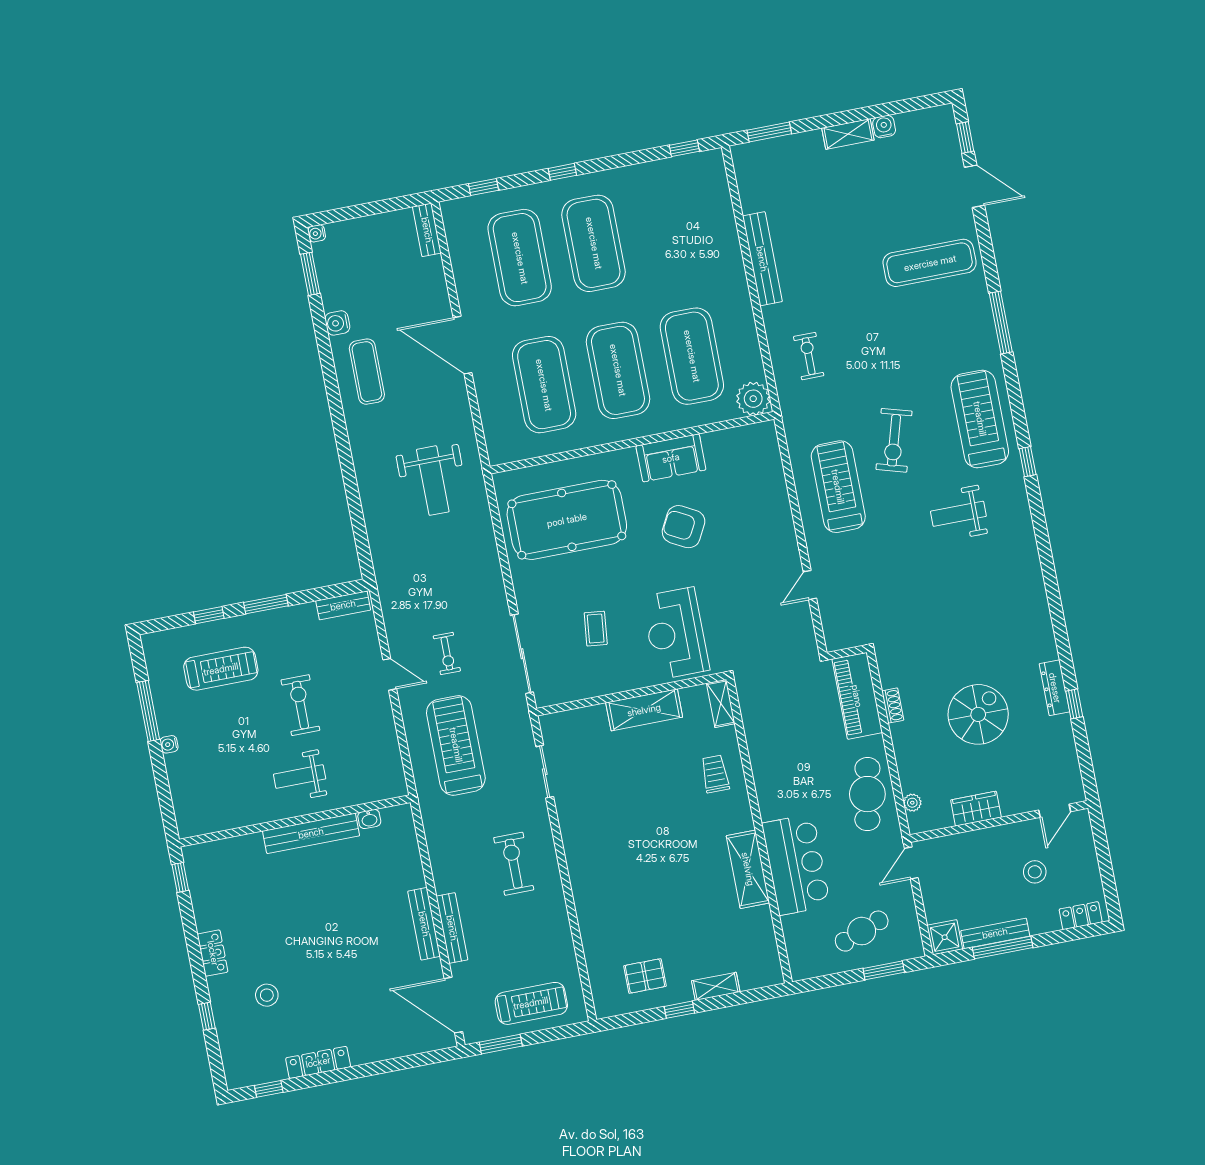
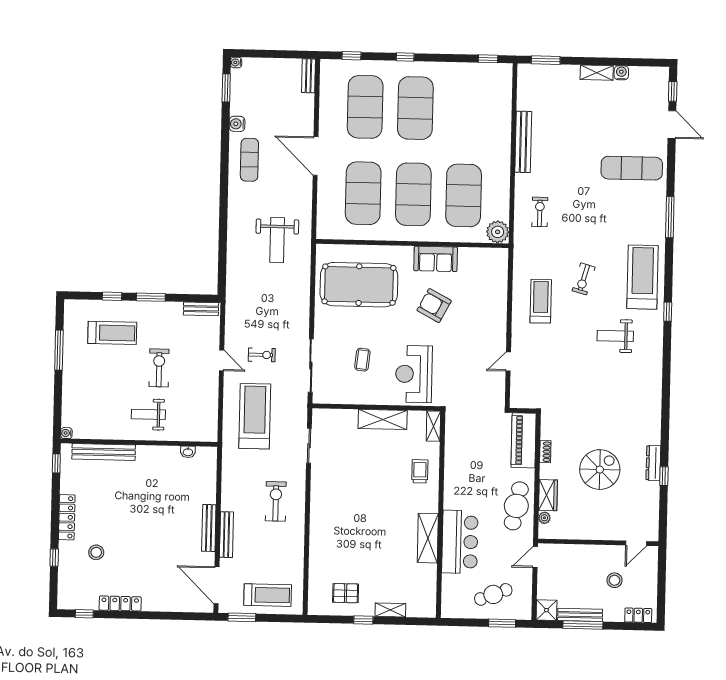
exercise bike: (894, 440) -> (584, 279), width x0.73, depth x0.72
treadmill: (838, 487) -> (541, 301), width x0.73, depth x0.73
exercise bike: (447, 653) -> (262, 355), turned -90
water cooler: (169, 744) -> (66, 433), moved
wardrobe: (976, 809) -> (548, 495), moved, turned 90
bench: (311, 833) -> (104, 452), moved
locker: (213, 953) -> (67, 517), width x1.53

